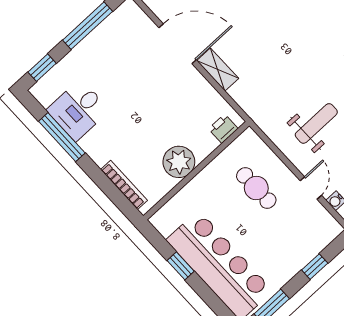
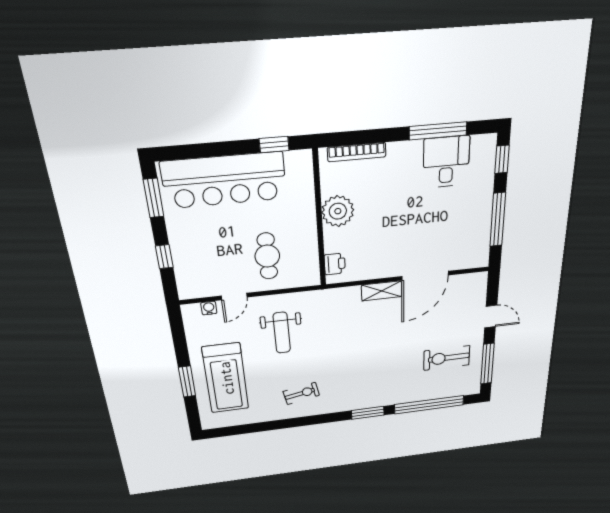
cafe table: (256, 188) -> (267, 256), turned 90
door: (311, 188) -> (234, 297), hinge flipped
window: (181, 266) -> (274, 145), moved

